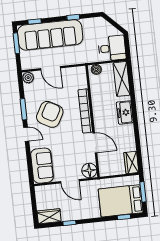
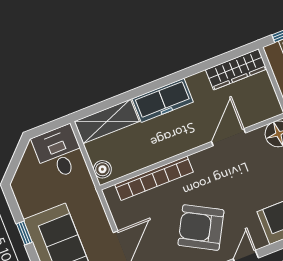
bookcase: (85, 111) -> (154, 178), moved
freezer: (125, 112) -> (163, 100), width x1.40
wardrobe: (131, 162) -> (236, 69), width x1.50

